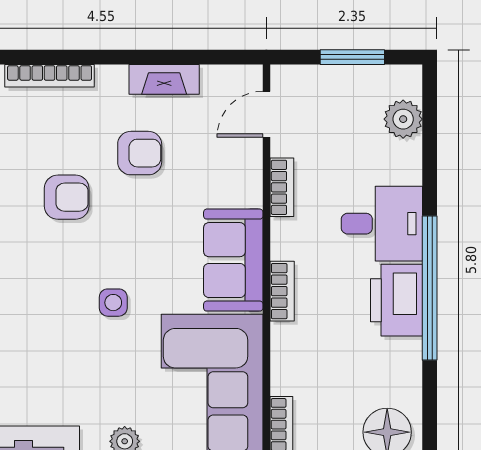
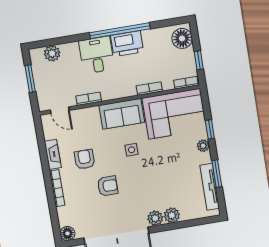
bookcase: (50, 76) -> (57, 188), moved
armchair: (67, 197) -> (108, 186), turned 90
bookcase: (282, 291) -> (149, 89), moved
side table: (113, 303) -> (131, 150), moved

